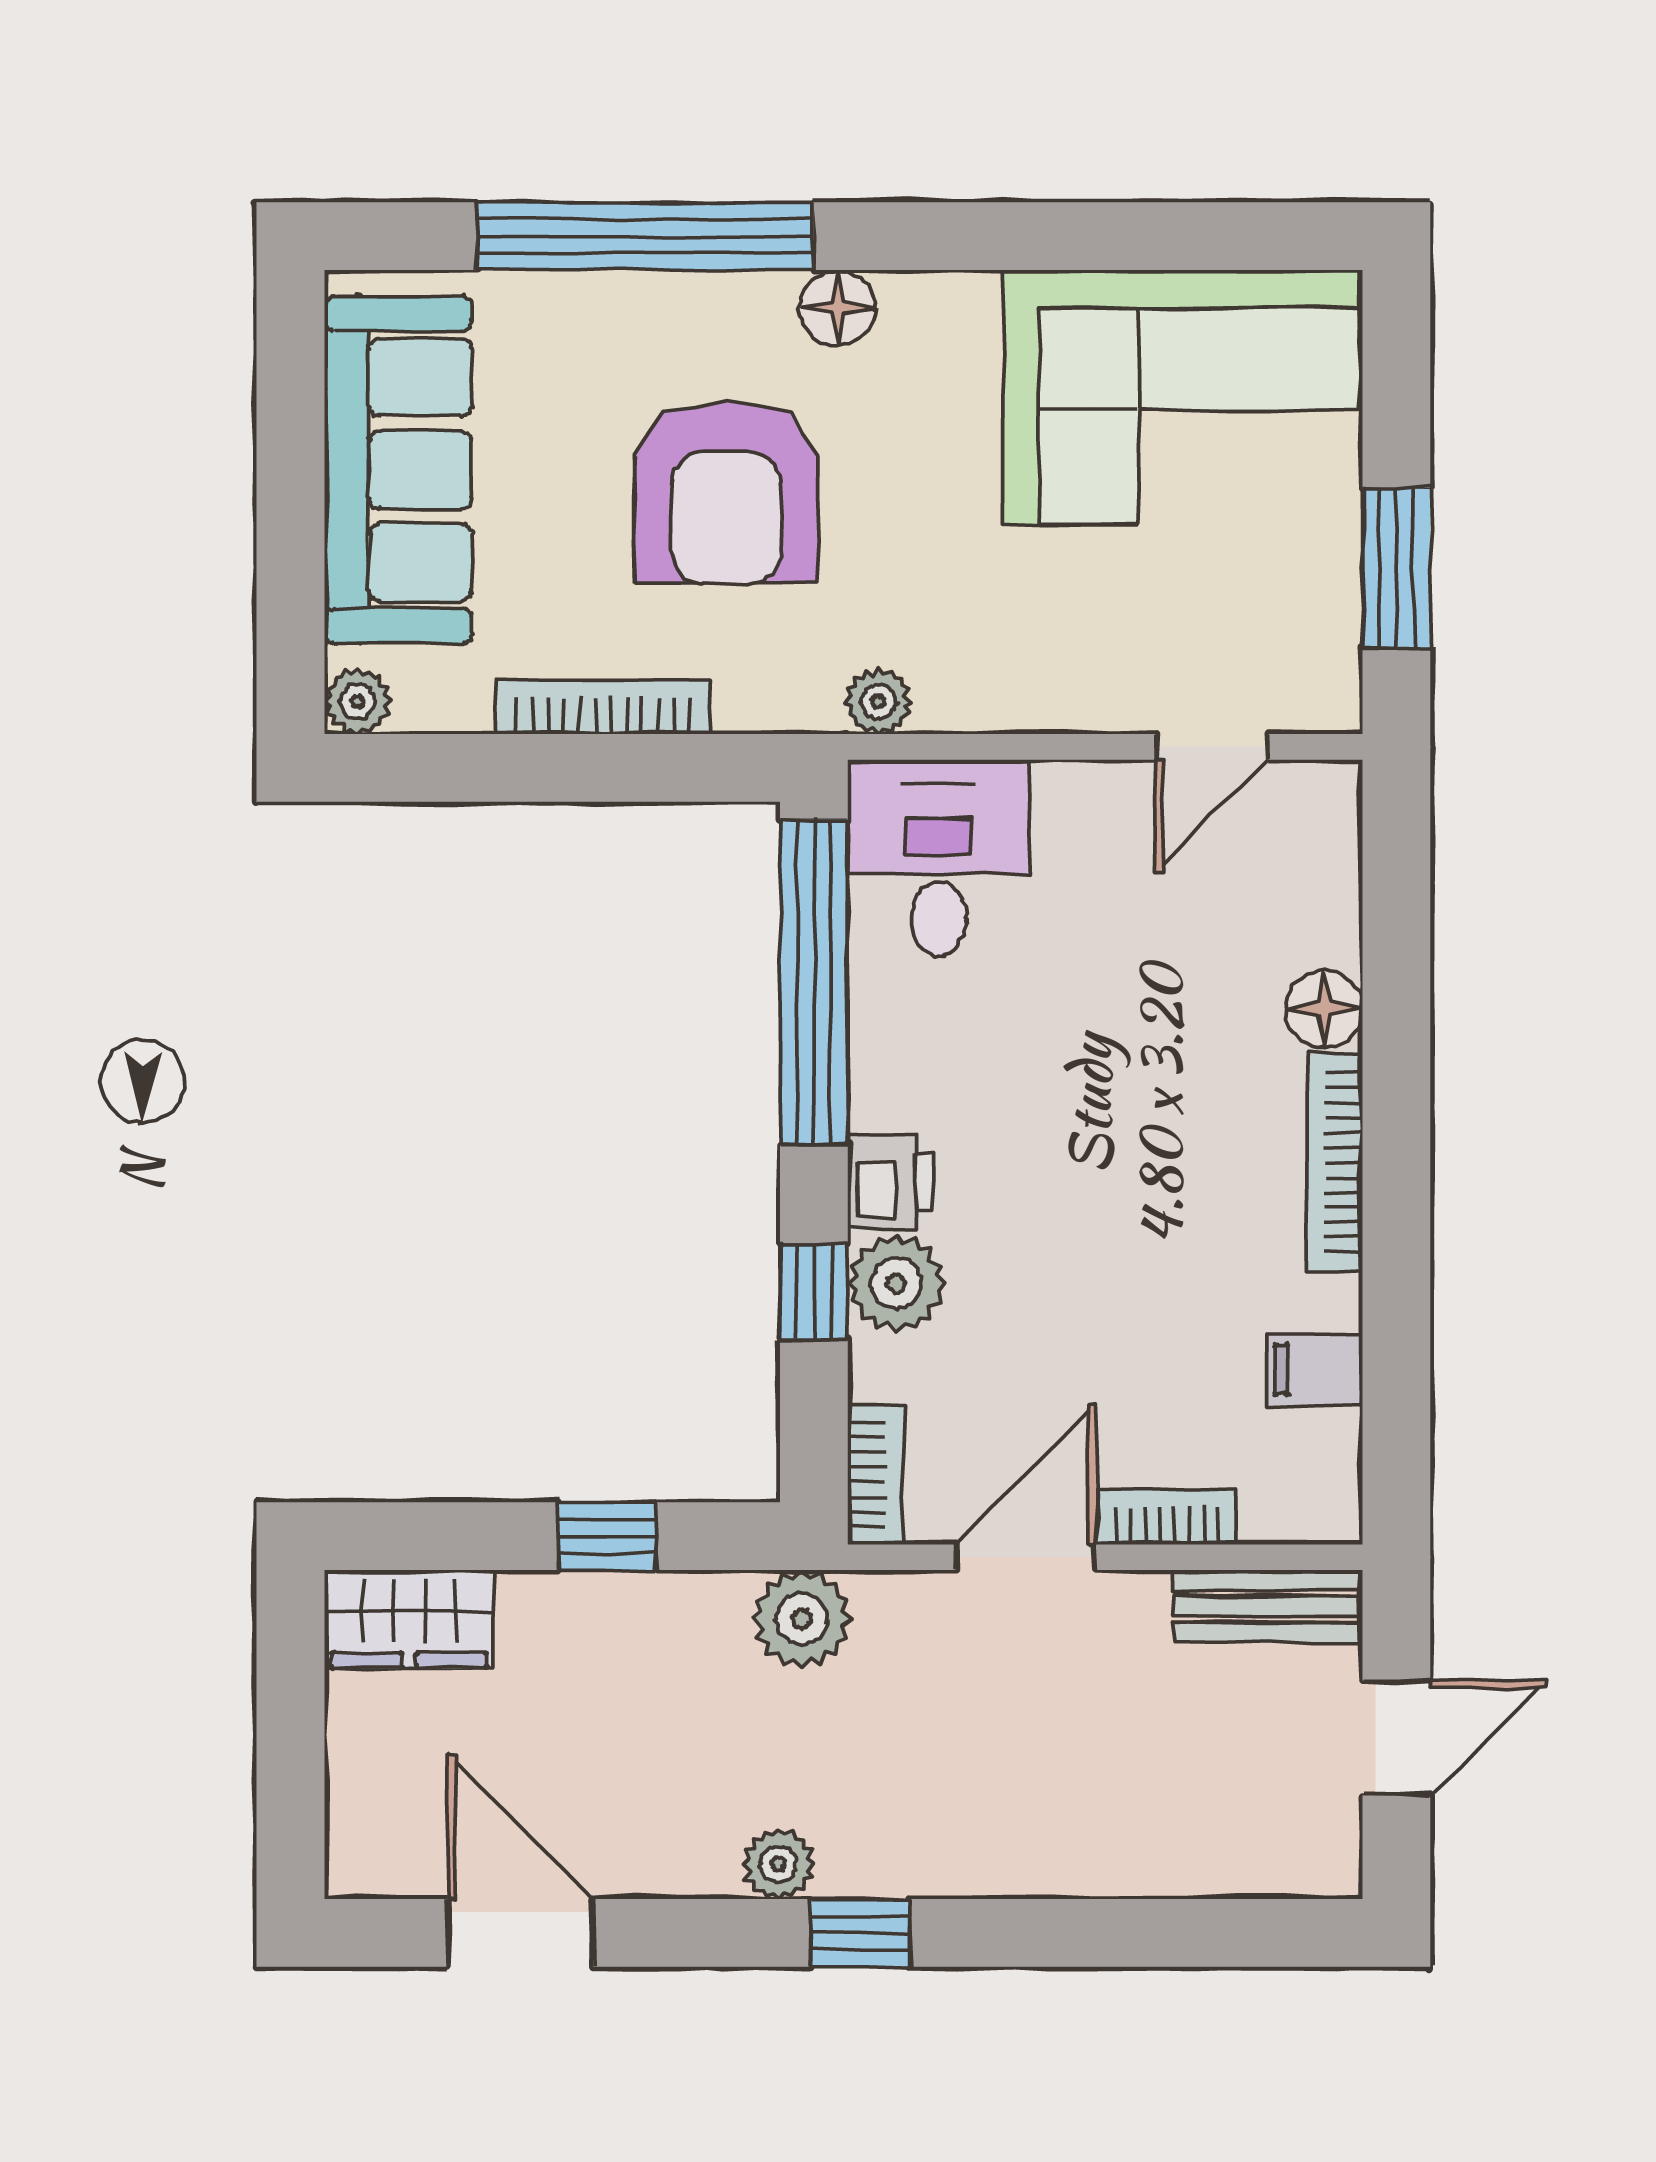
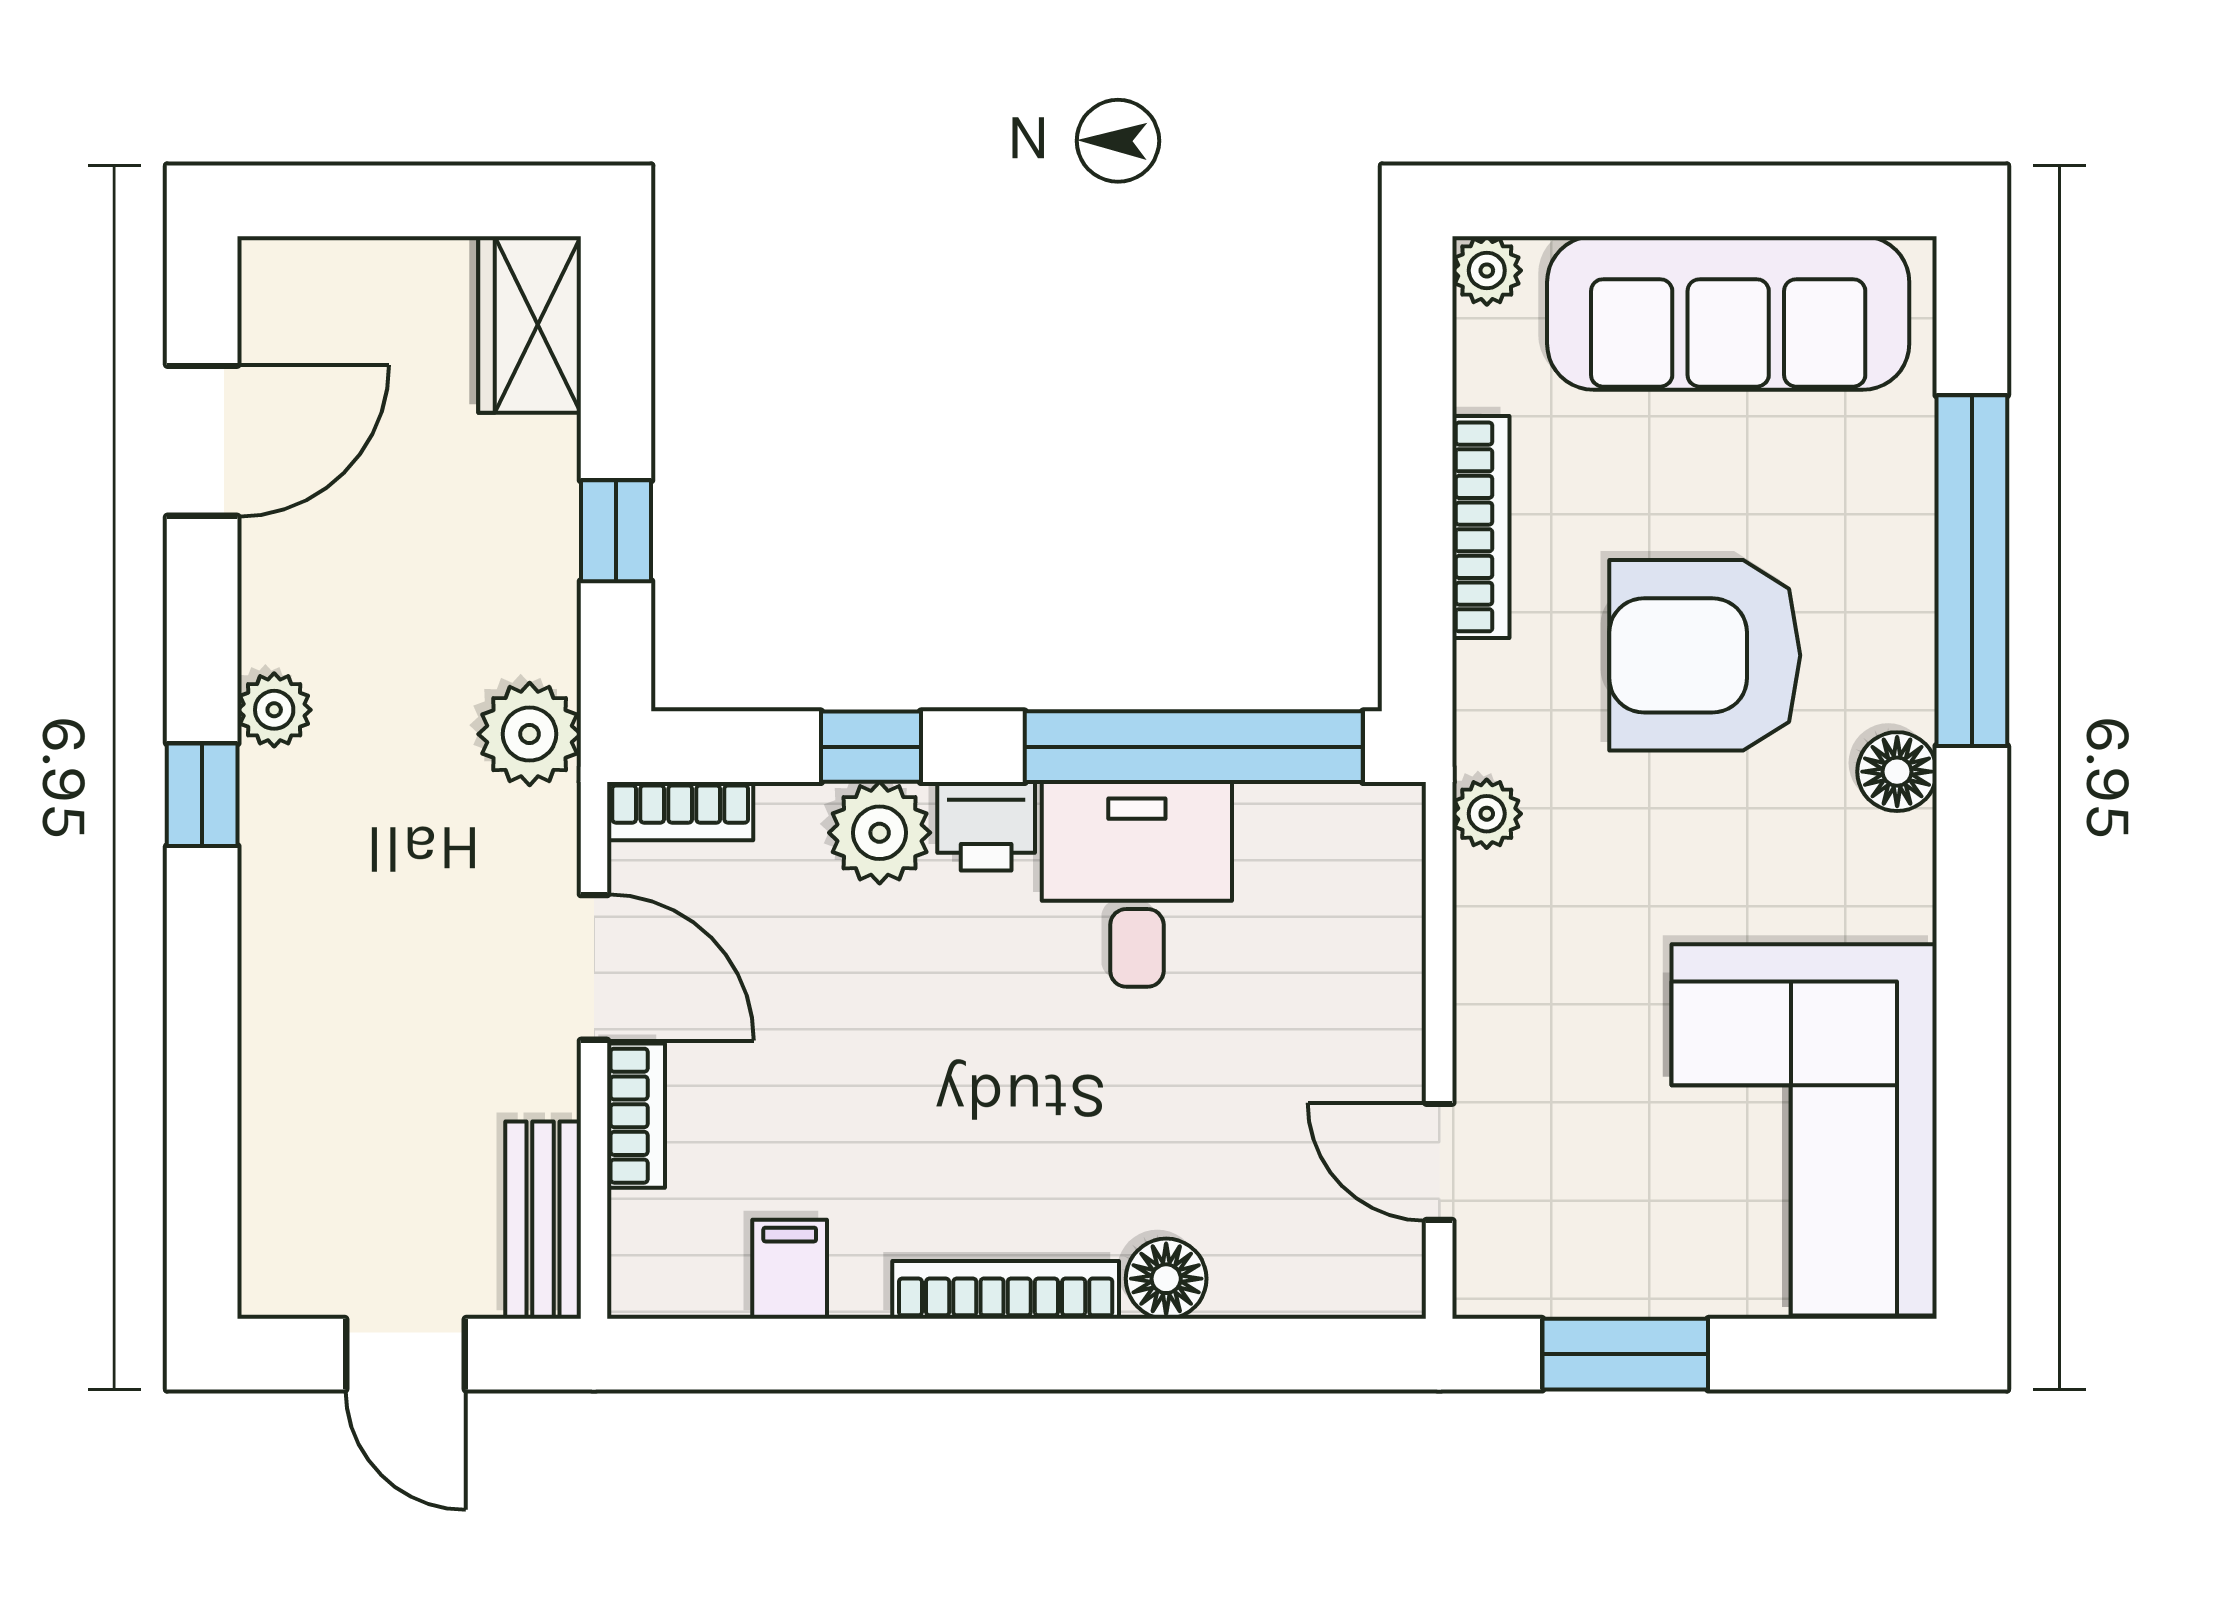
desk: (939, 858) -> (1137, 884), moved, turned -90

